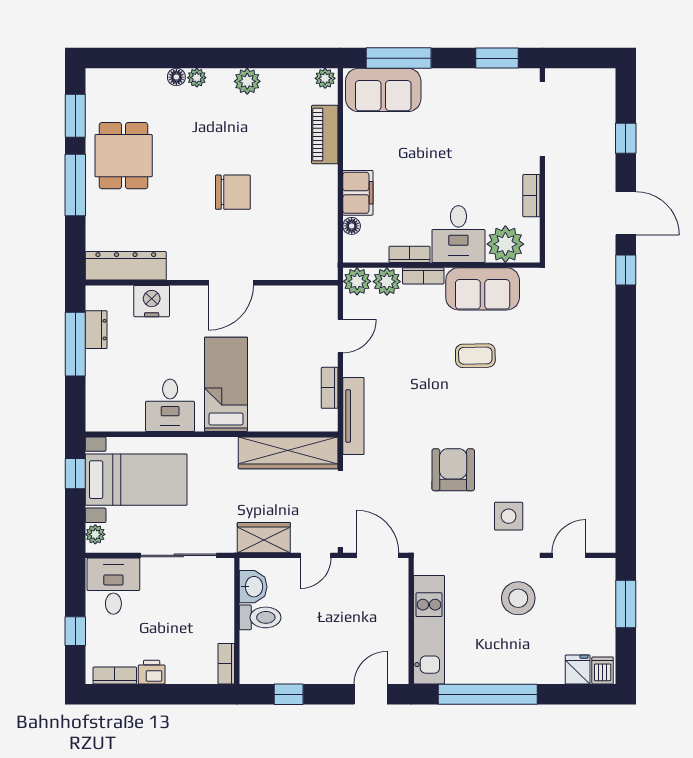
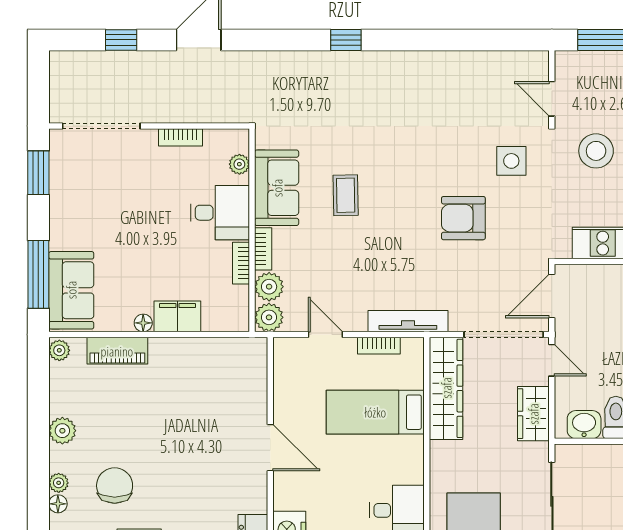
chair: (233, 192) -> (115, 486), moved
floor lamp: (352, 226) -> (143, 323), moved
plant: (505, 244) -> (239, 164), width x0.53, depth x0.53
window: (626, 270) -> (346, 40), moved
bed: (226, 384) -> (375, 412), moved

